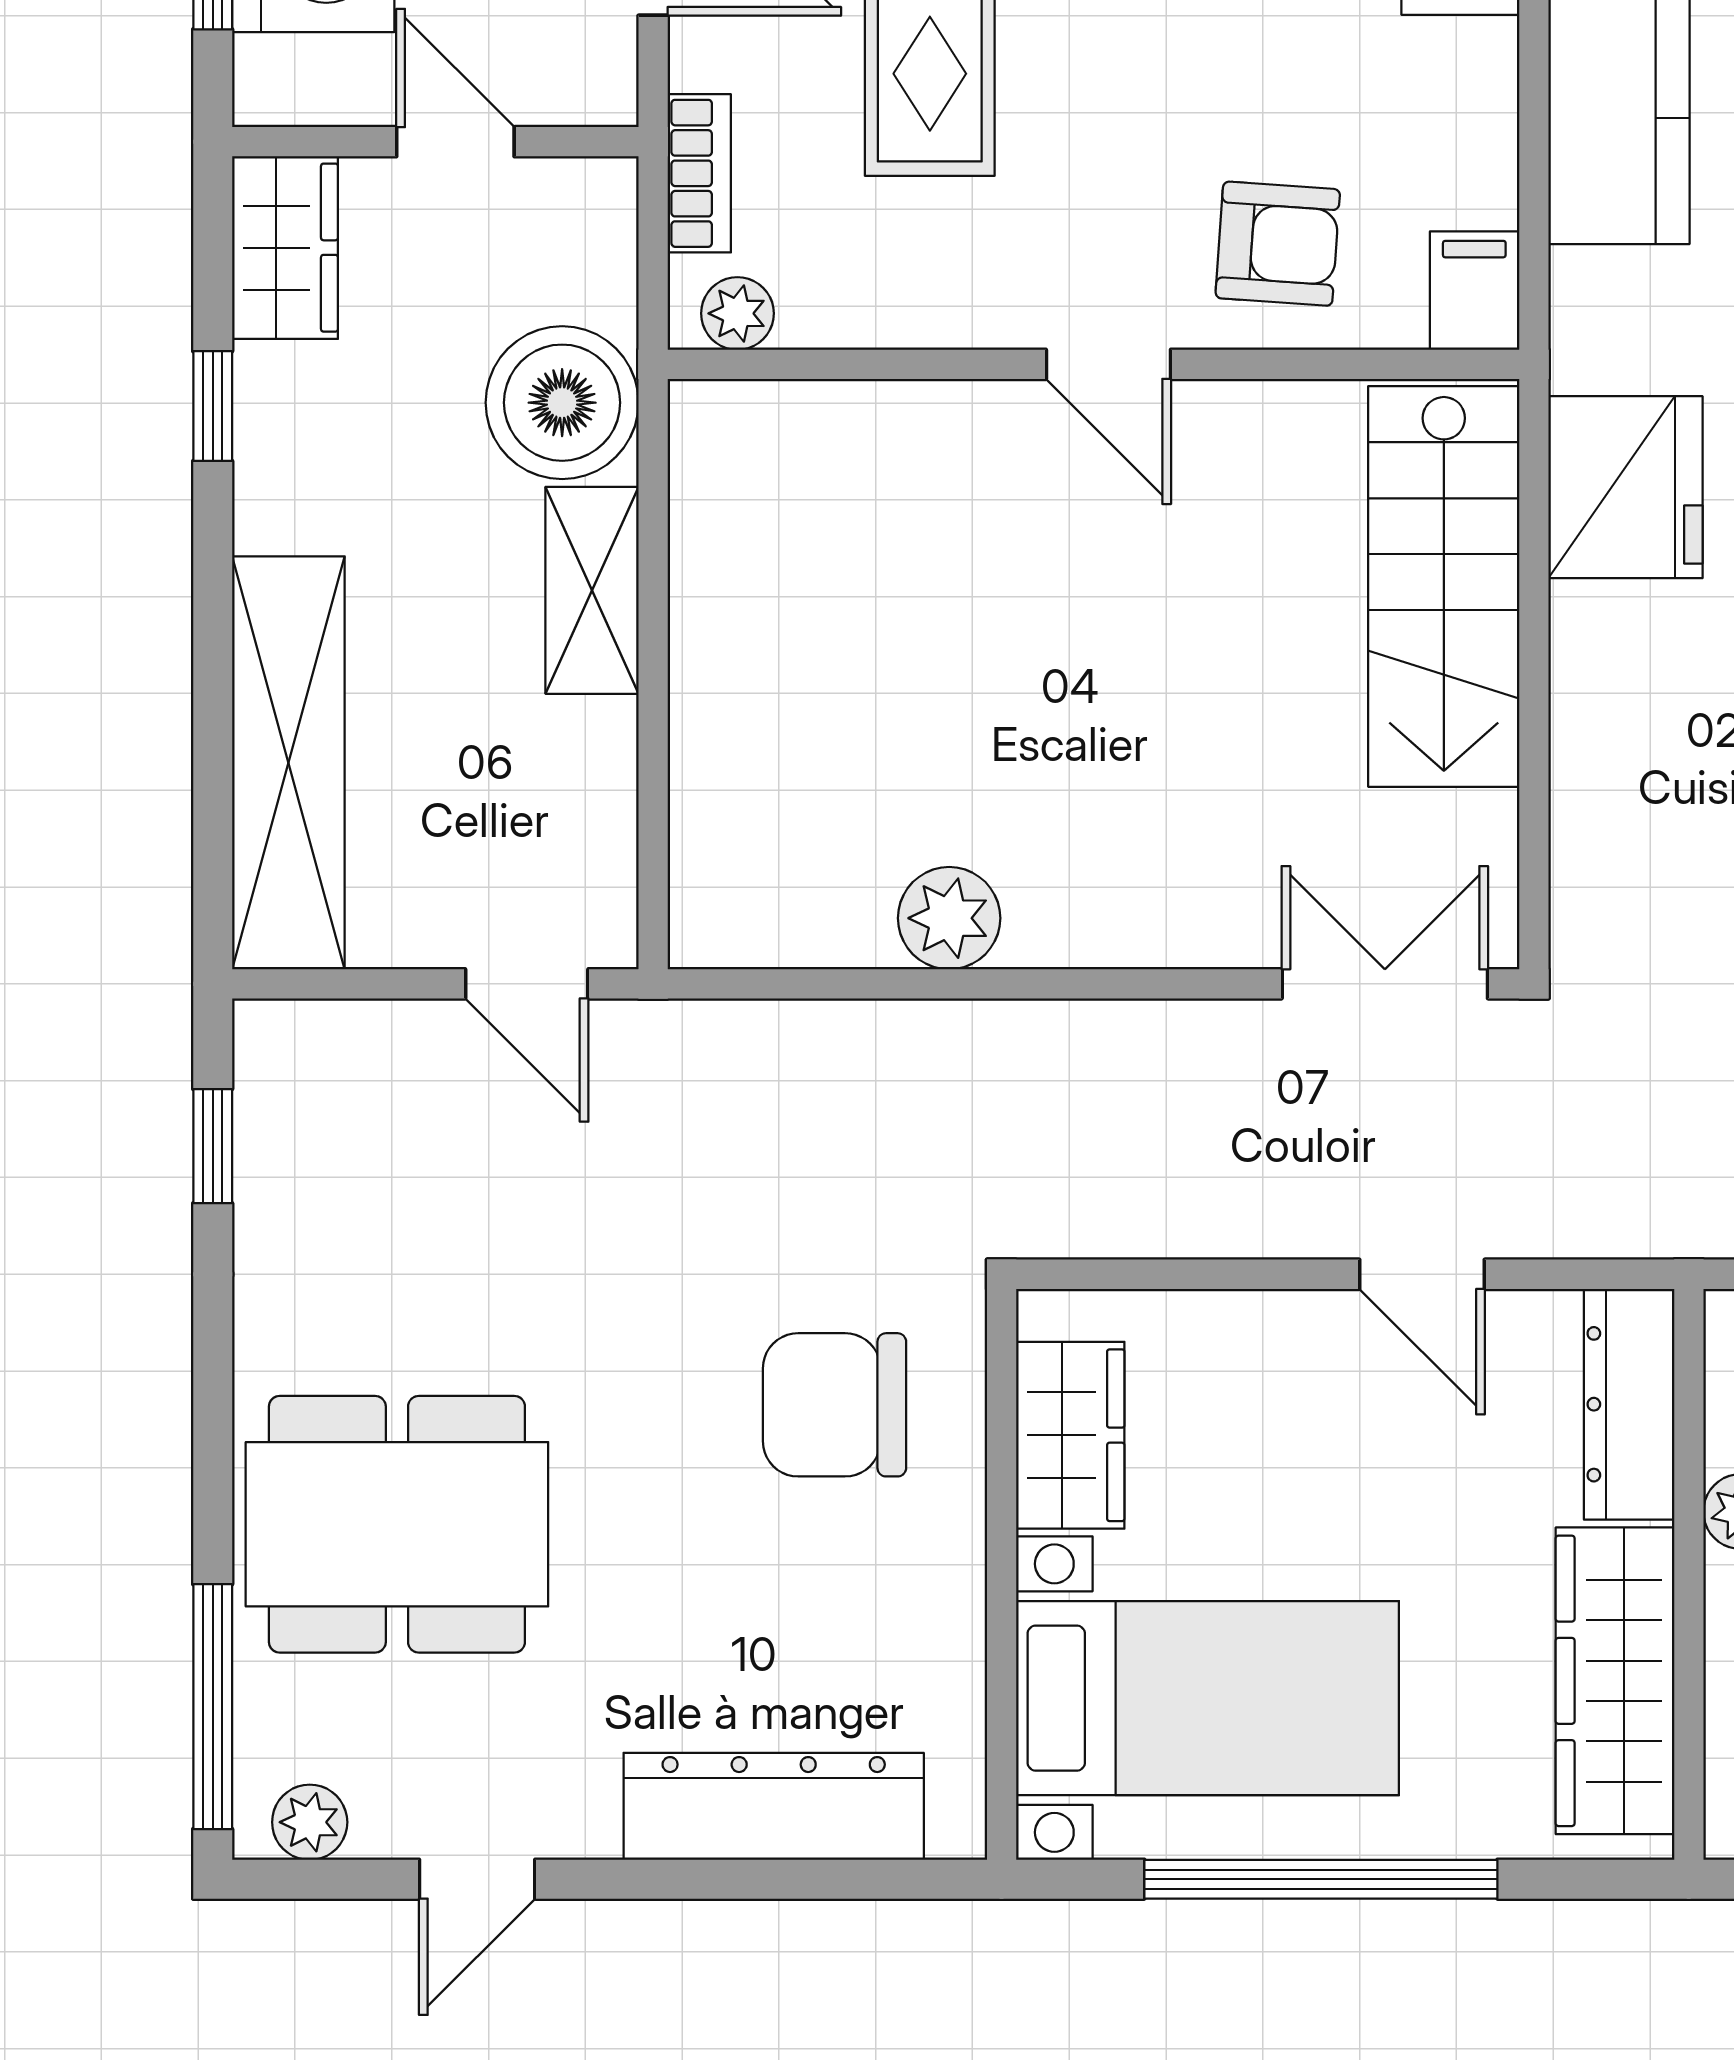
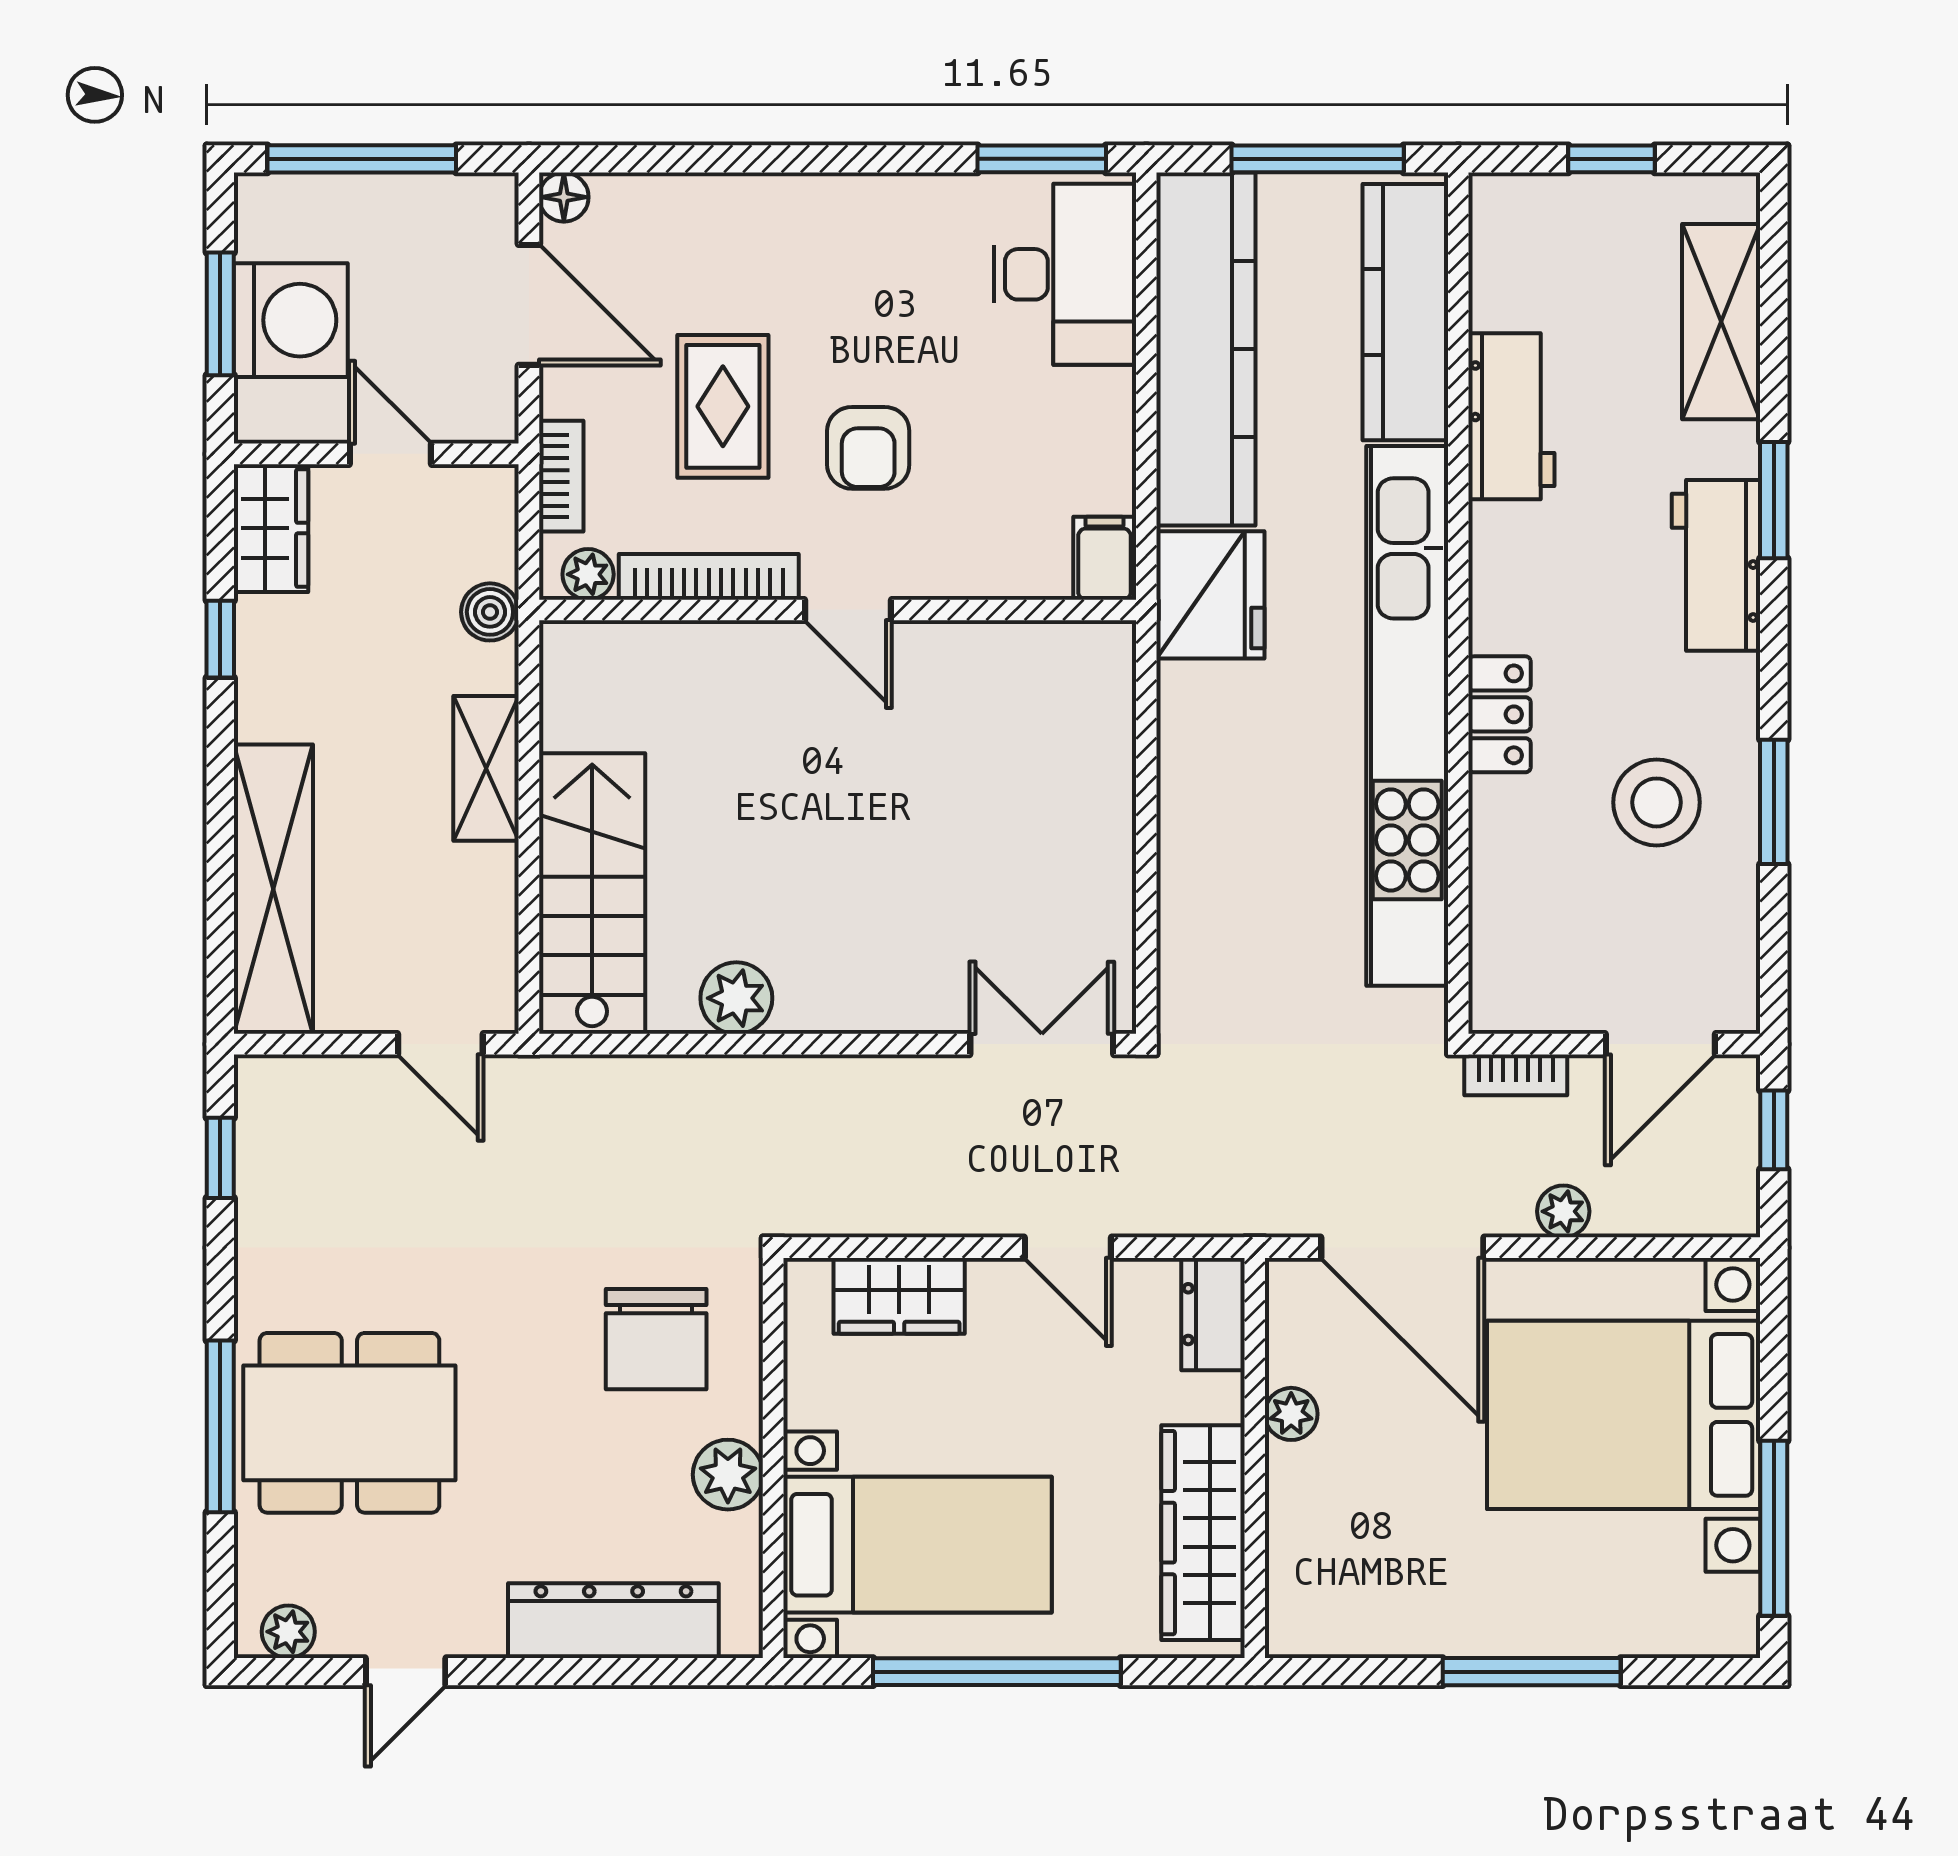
armchair: (1278, 244) -> (868, 448), moved, turned 86
bookcase: (910, 317) -> (709, 577), added
boiler: (562, 403) -> (490, 612), width x0.54, depth x0.54
fridge: (1625, 487) -> (1210, 595), moved
stairs: (1444, 586) -> (592, 894), moved, turned 180
dresser: (1629, 1404) -> (1213, 1314), width x0.70
chair: (834, 1405) -> (656, 1339), turned -90
wardrobe: (1070, 1435) -> (899, 1296), moved, turned 90
plant: (937, 1598) -> (728, 1475), added
window: (213, 1707) -> (220, 1426), moved

